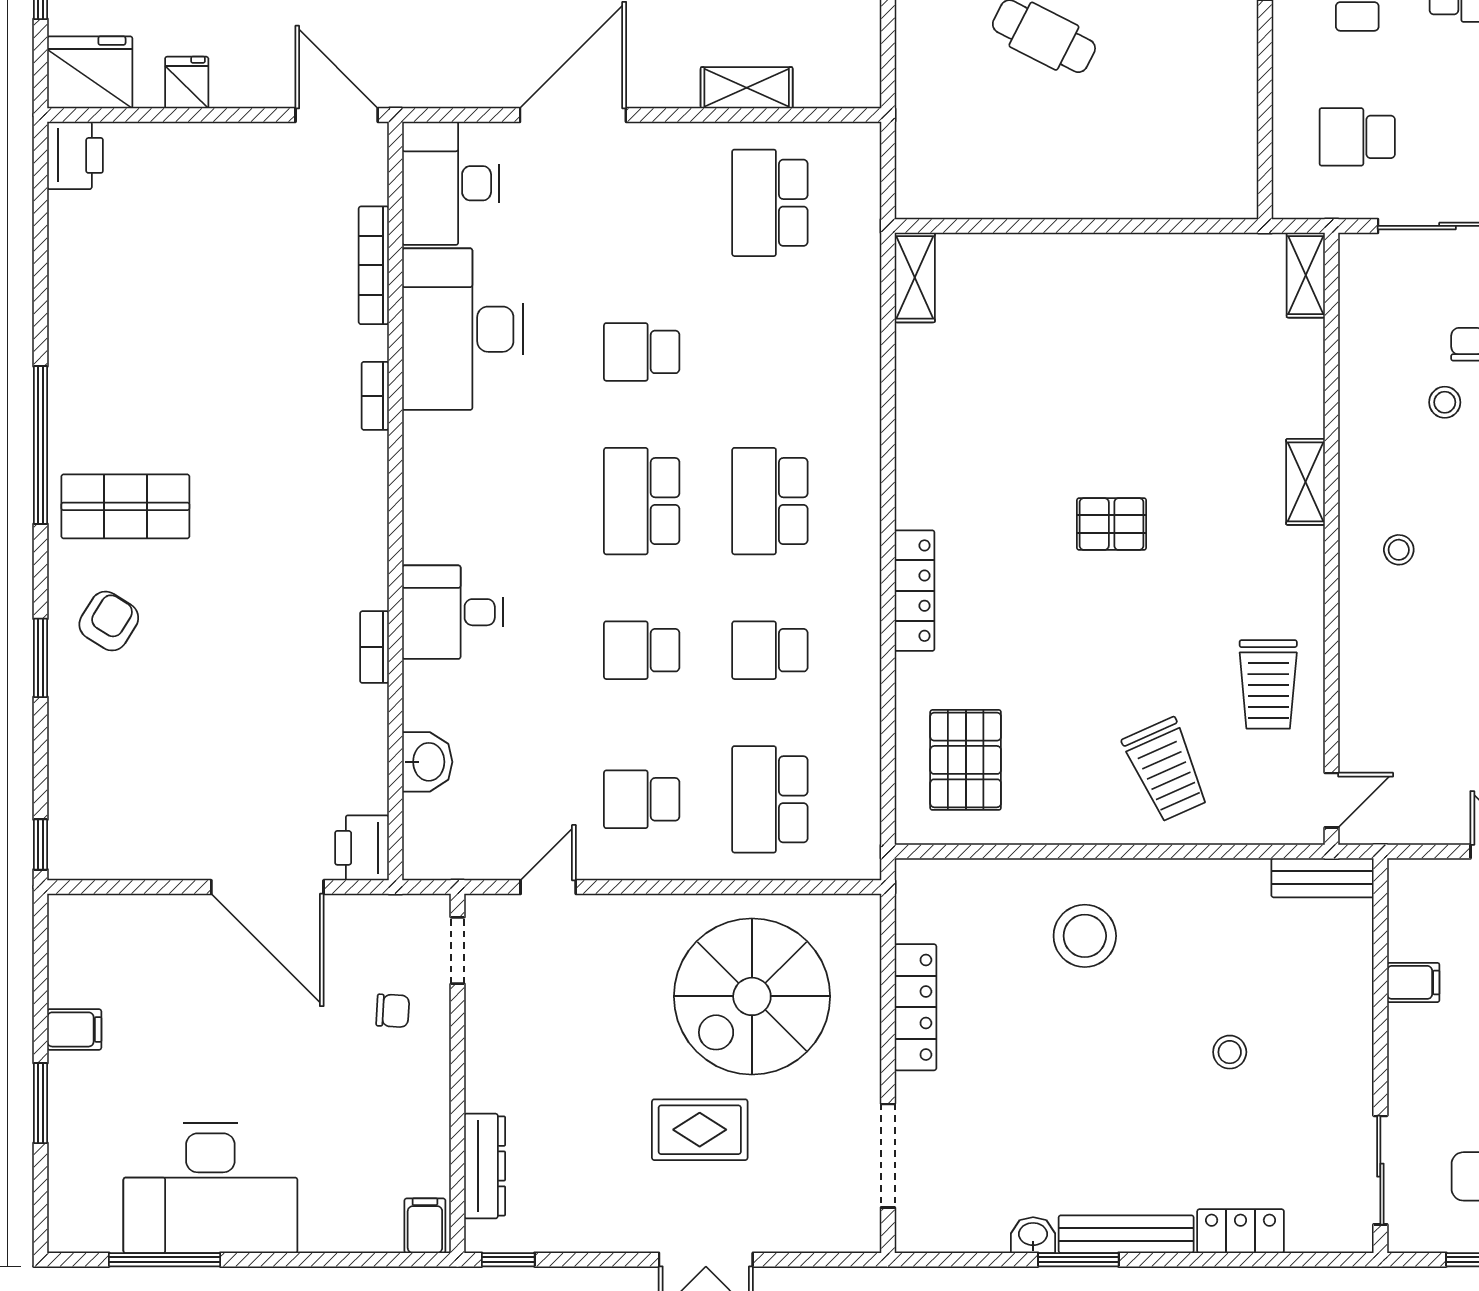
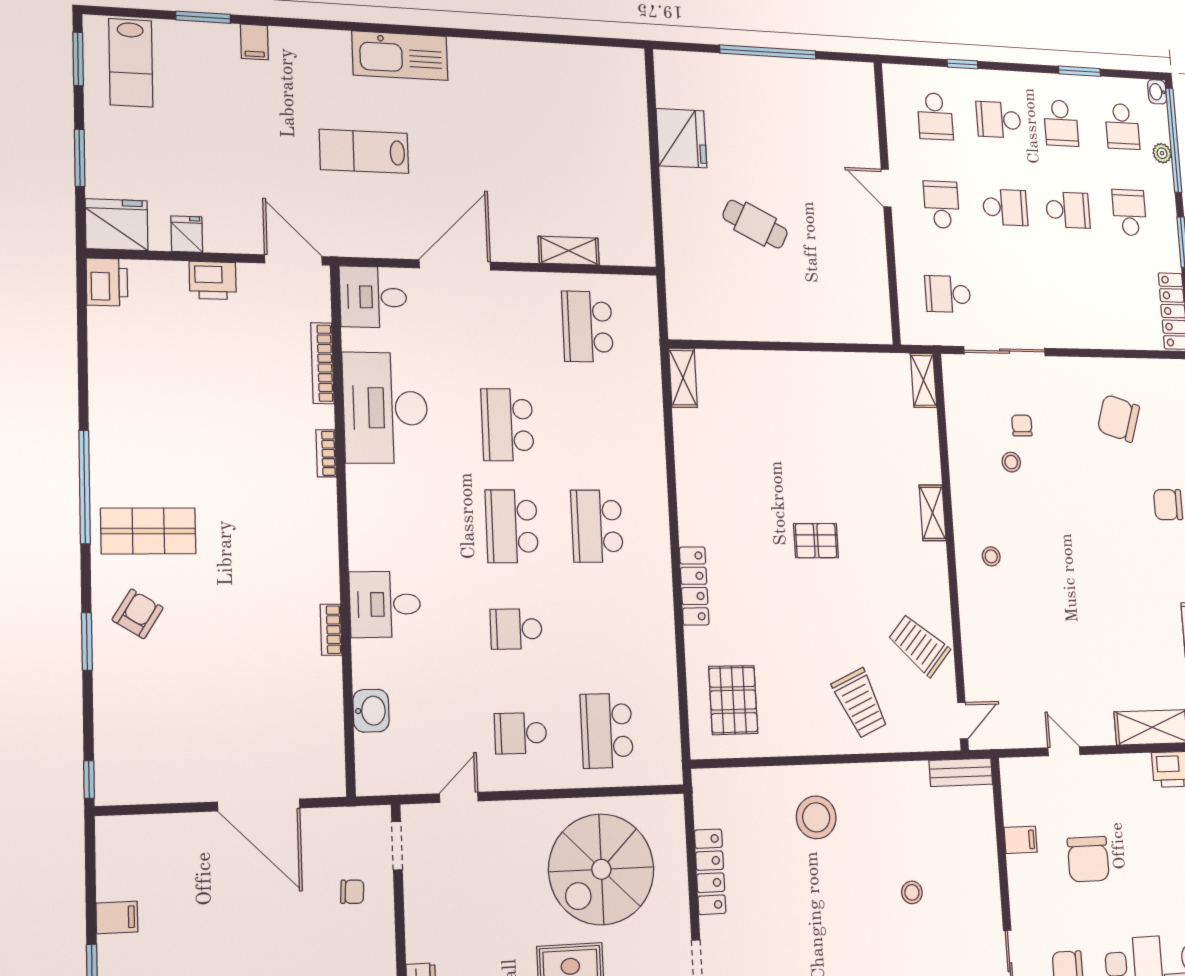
desk: (450, 183) -> (373, 297), width x0.73
school desk: (642, 352) -> (507, 425), width x1.85
school desk: (770, 650) -> (602, 628), removed
trolley: (1268, 684) -> (919, 645), turned 131
printer: (362, 848) -> (213, 280), moved, turned -90

